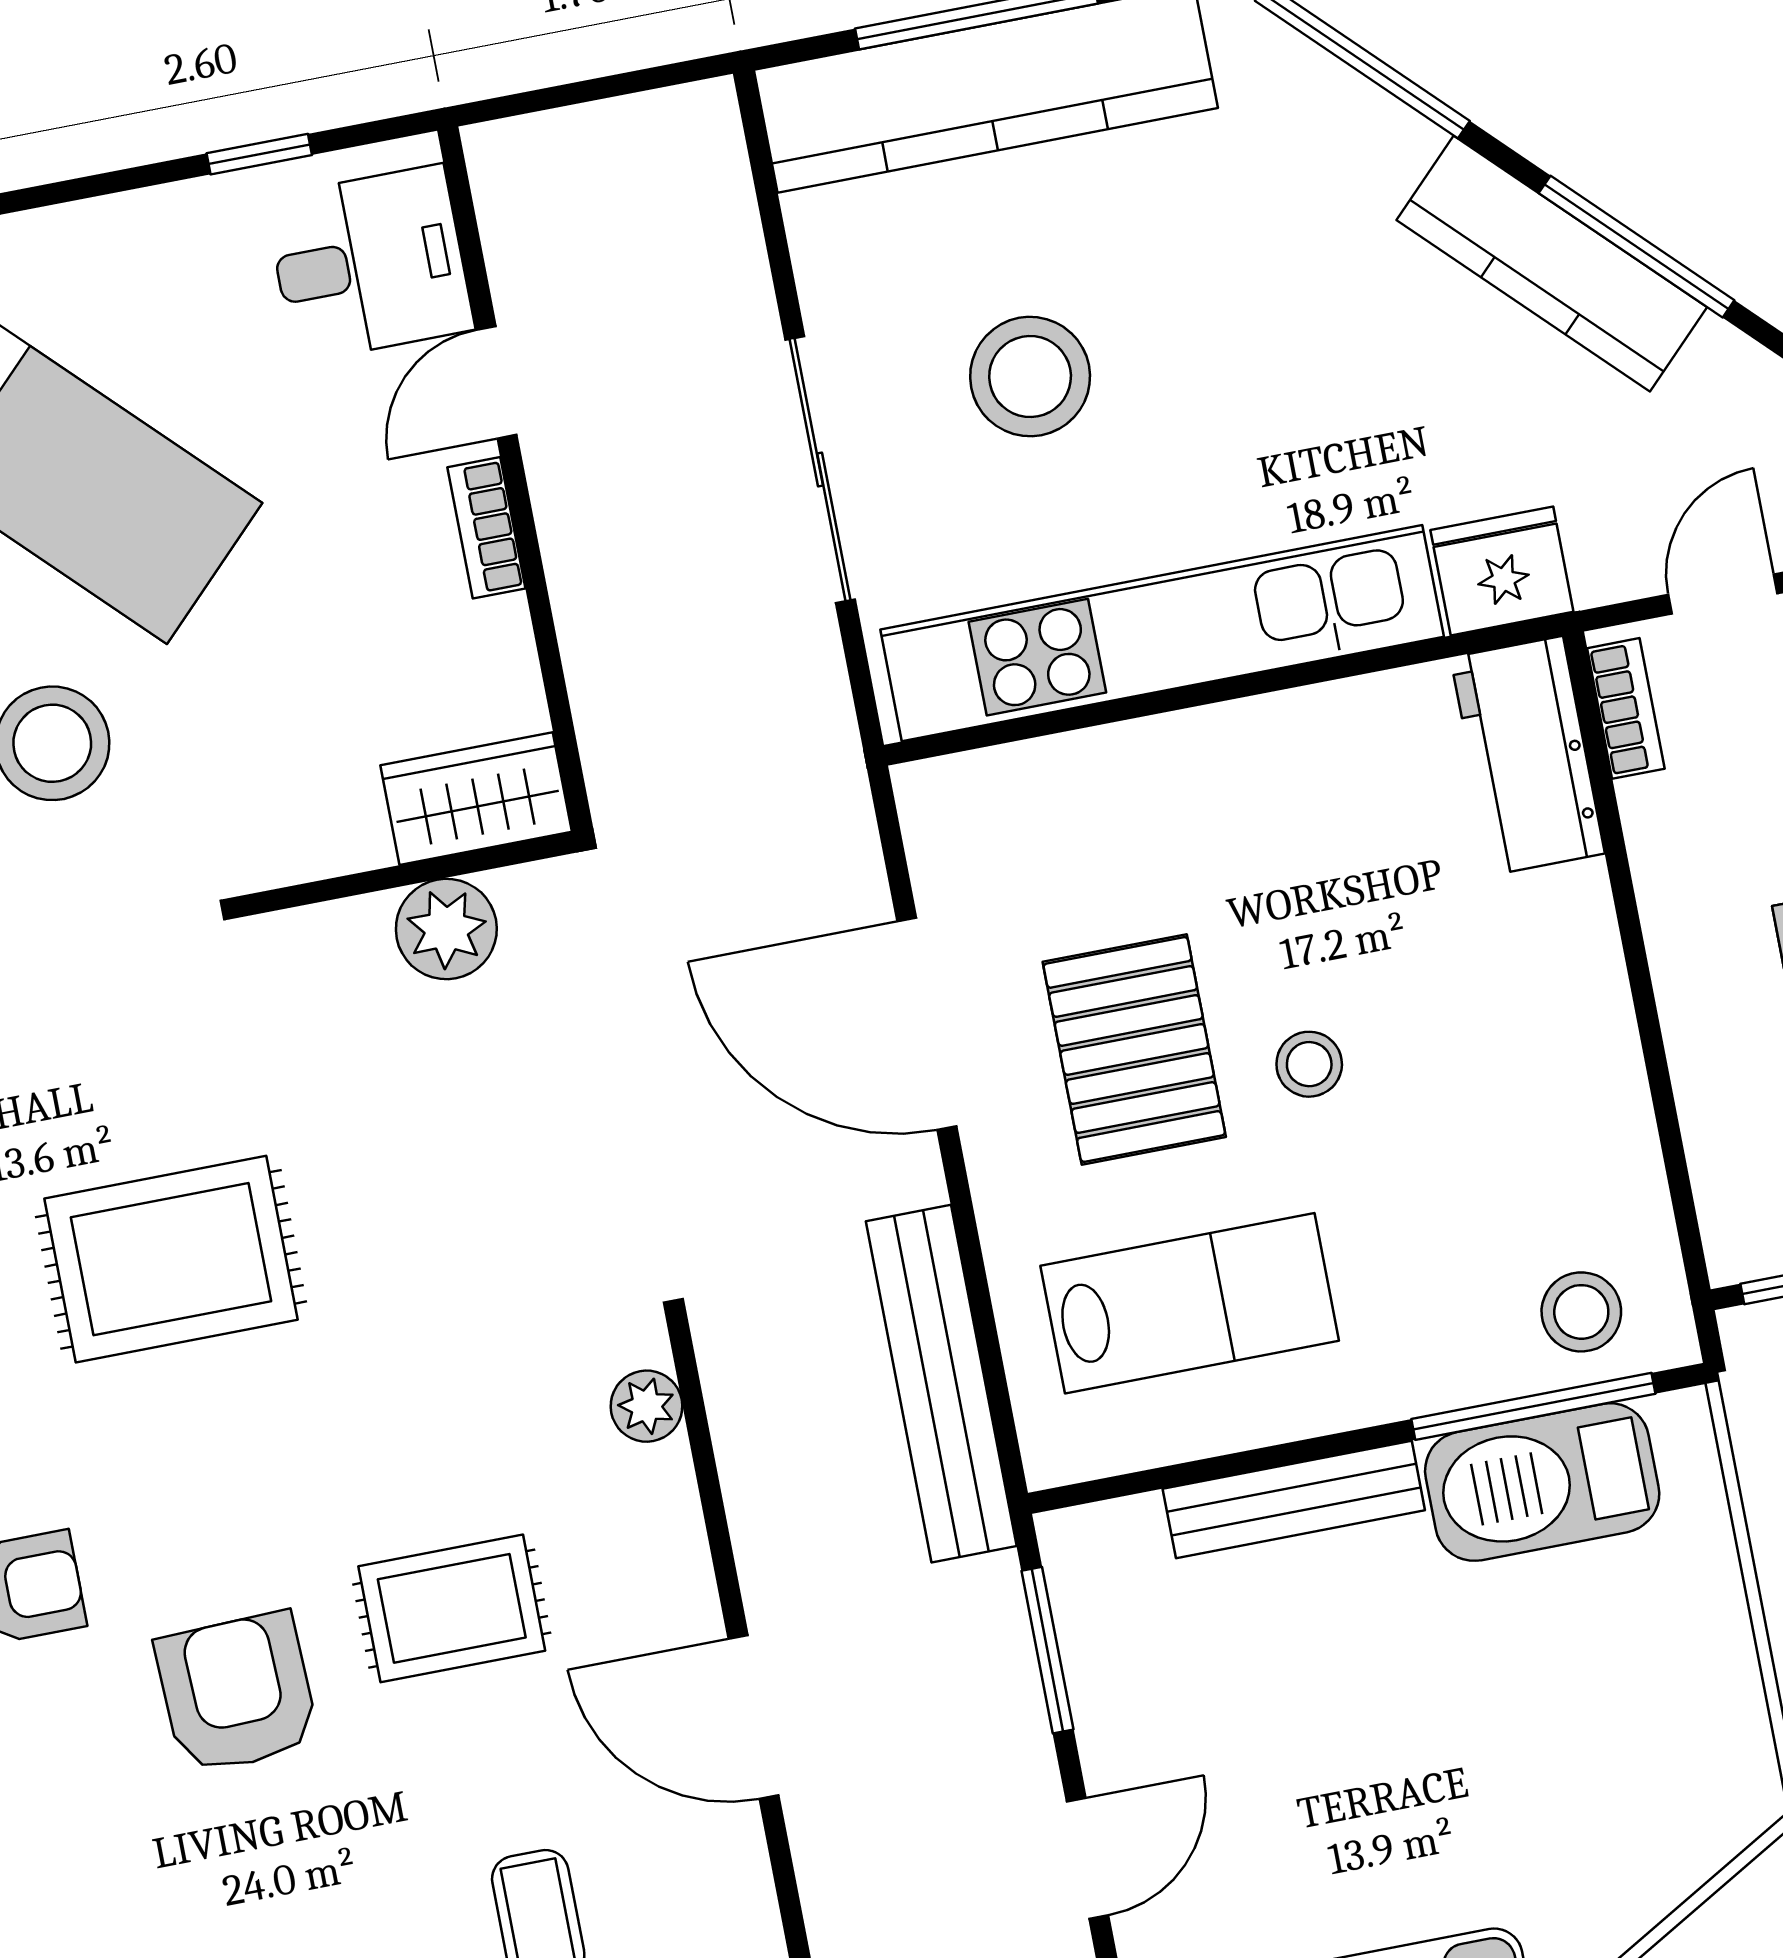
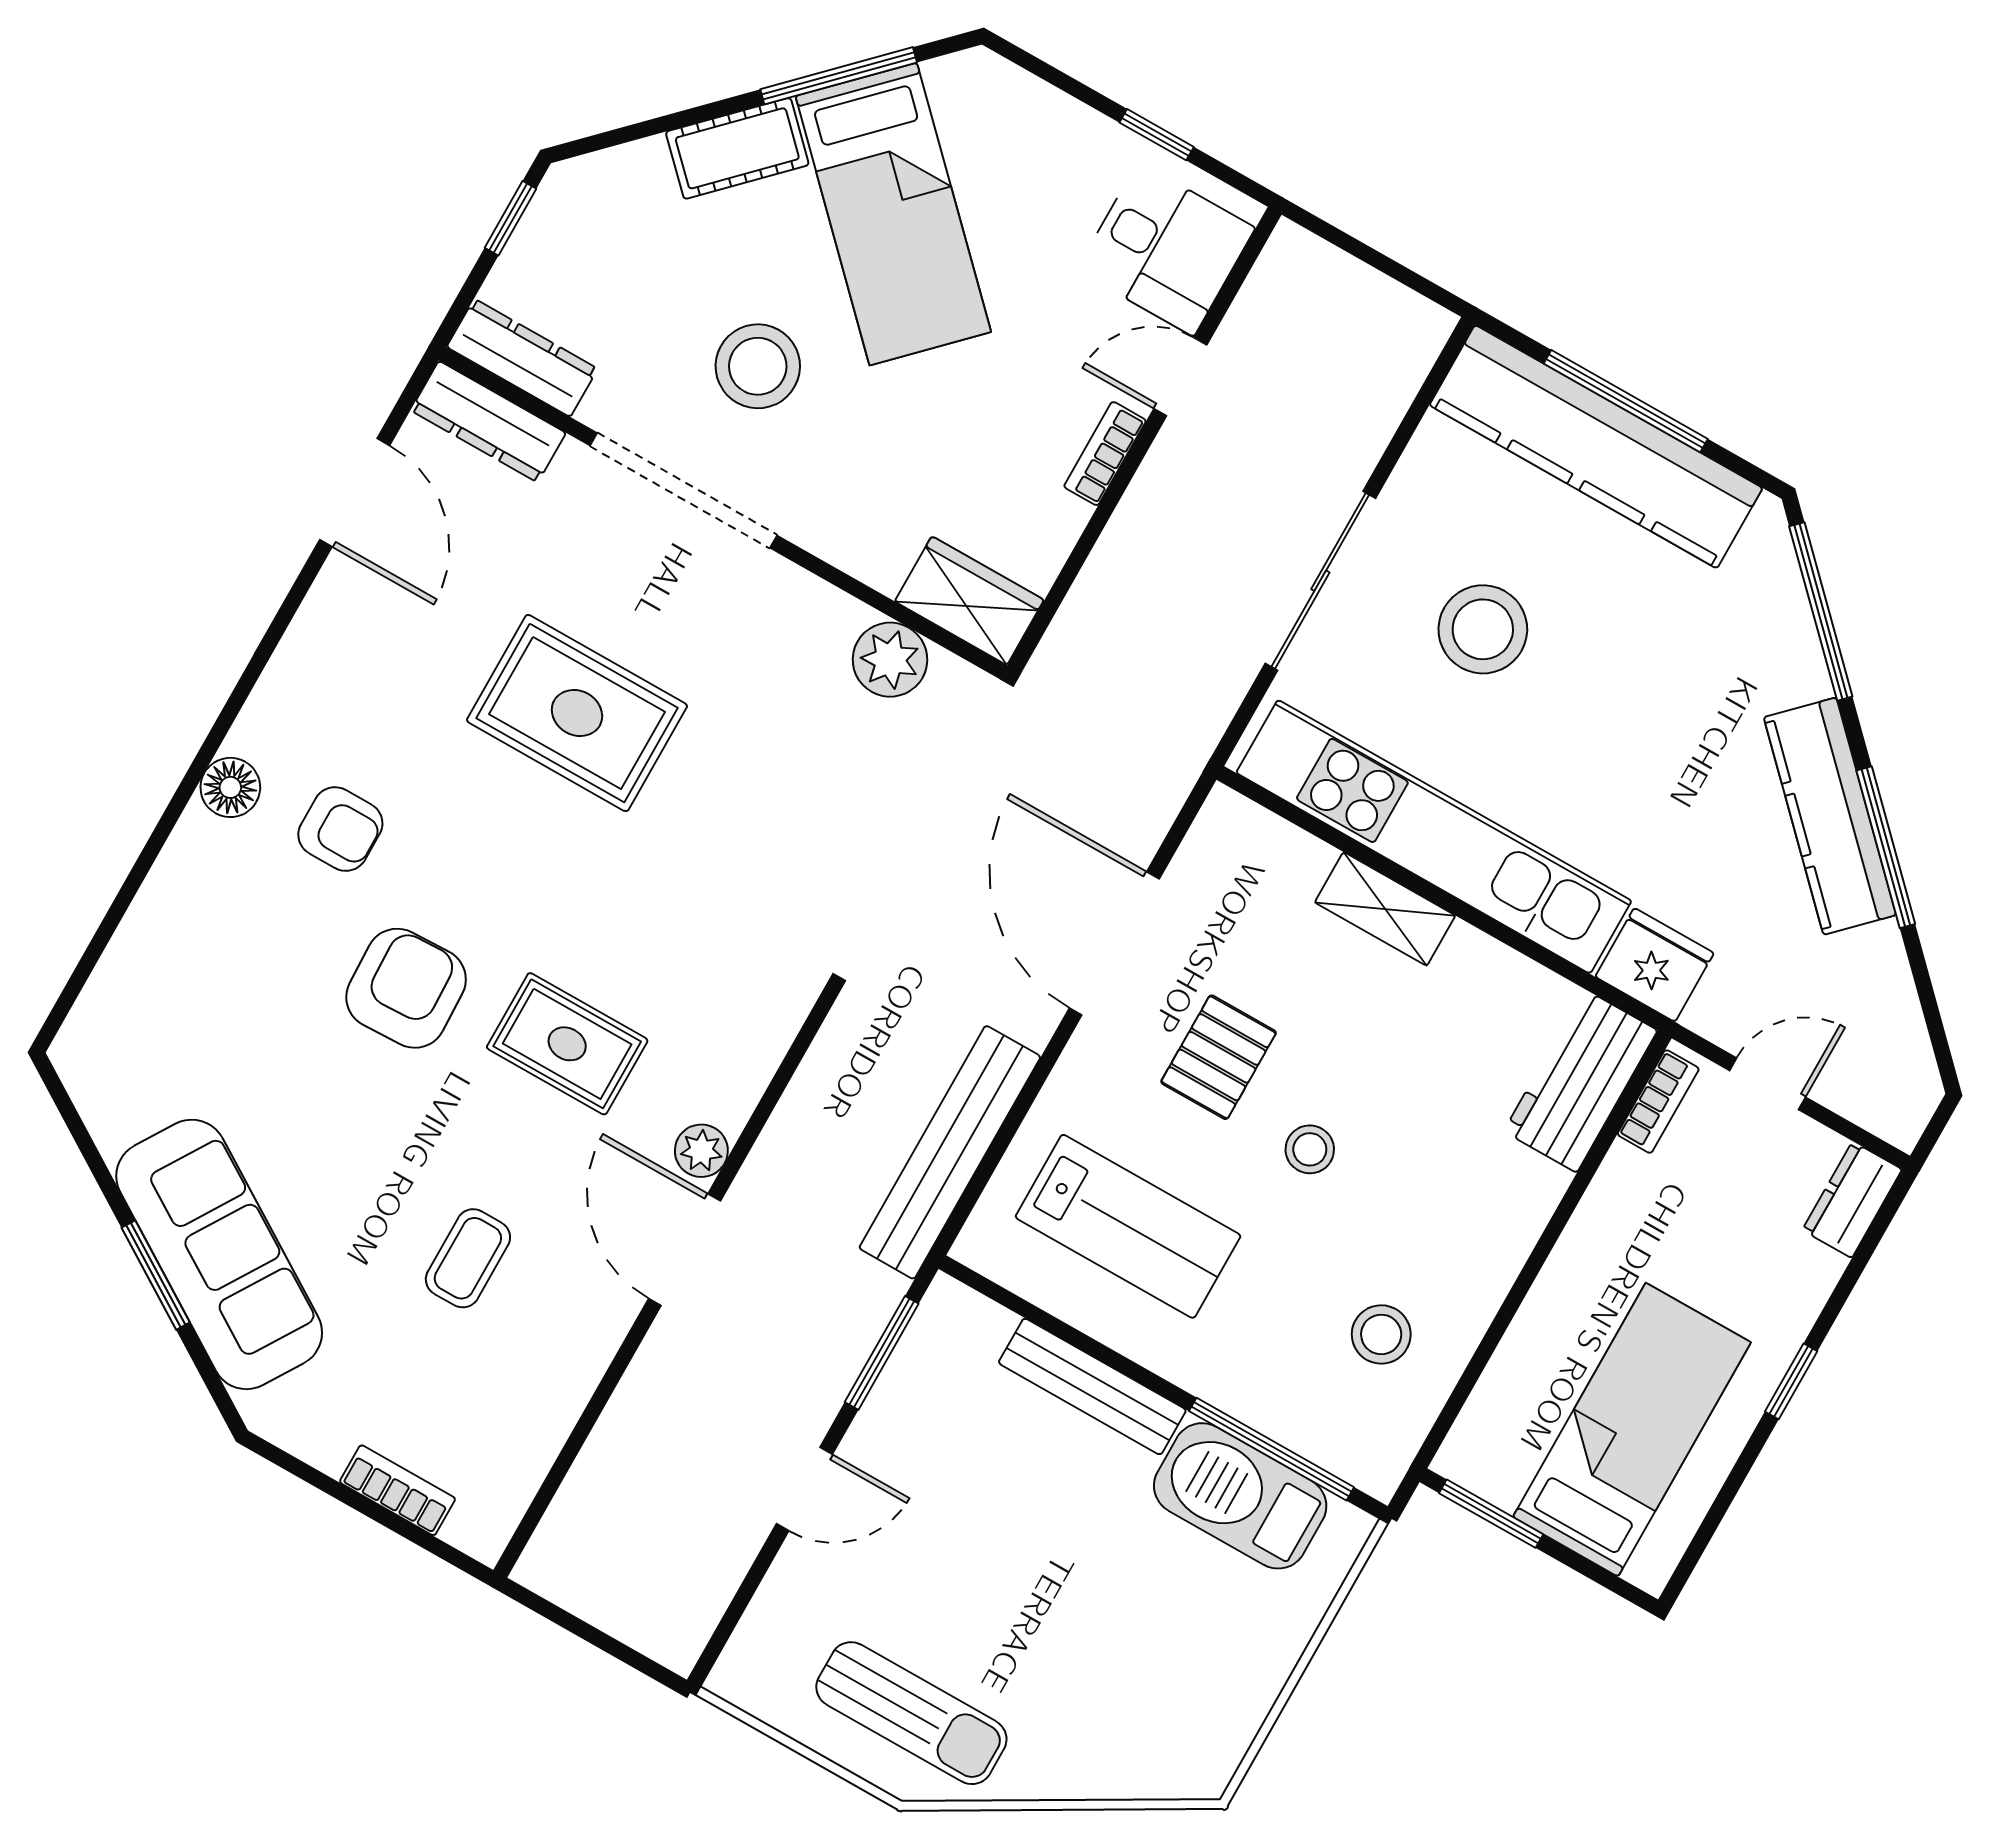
shelving: (1175, 750) -> (1385, 909), added
pallet: (1134, 1049) -> (1219, 1057), width x0.67, depth x0.71
stool: (1581, 1312) -> (1381, 1334), moved
plant: (647, 1406) -> (701, 1151), moved

